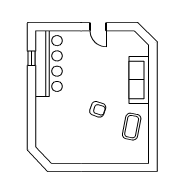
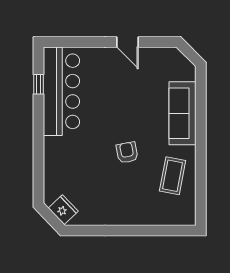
armchair: (98, 109) -> (127, 153), turned -119
fridge: (50, 152) -> (63, 210), added

